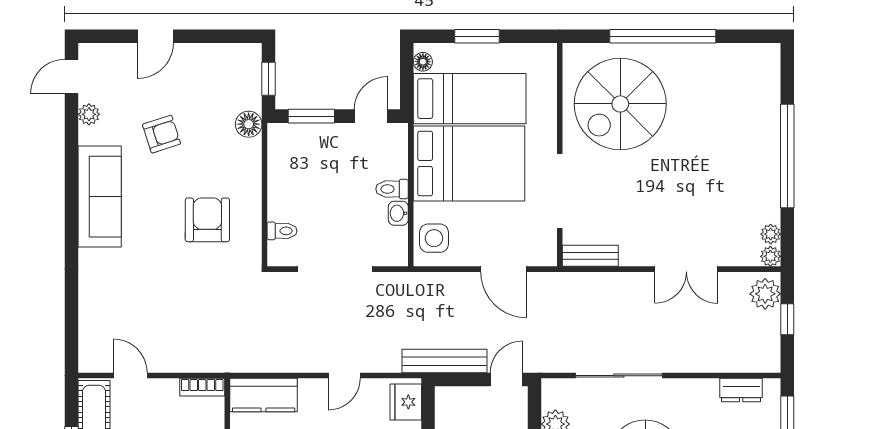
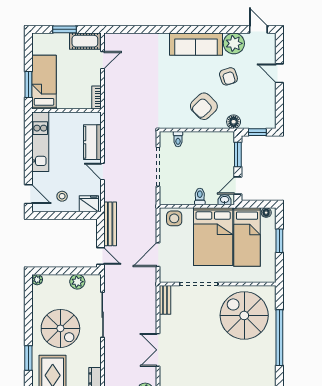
plant: (89, 114) -> (234, 43), width x1.88, depth x1.88
door: (371, 116) -> (238, 185), swing flipped
washbasin: (398, 213) -> (225, 200), moved
armchair: (207, 220) -> (204, 106), moved, turned 136
kitchen counter: (264, 395) -> (92, 142), moved

